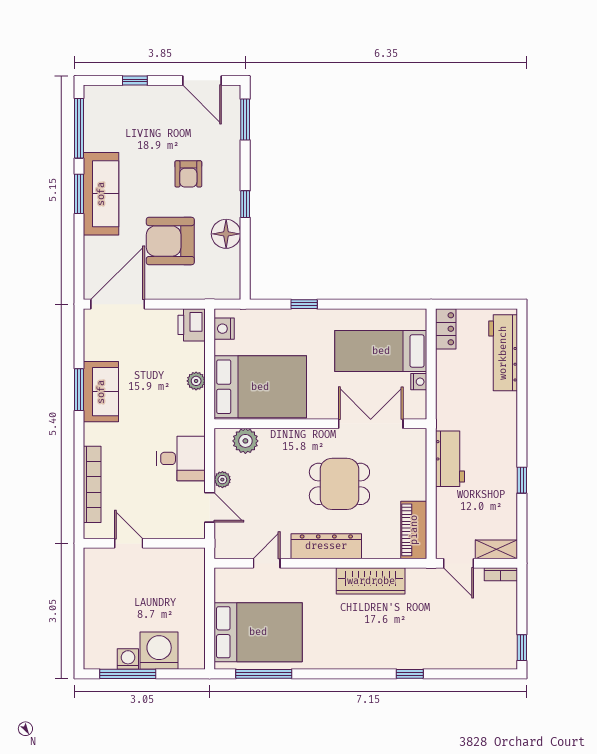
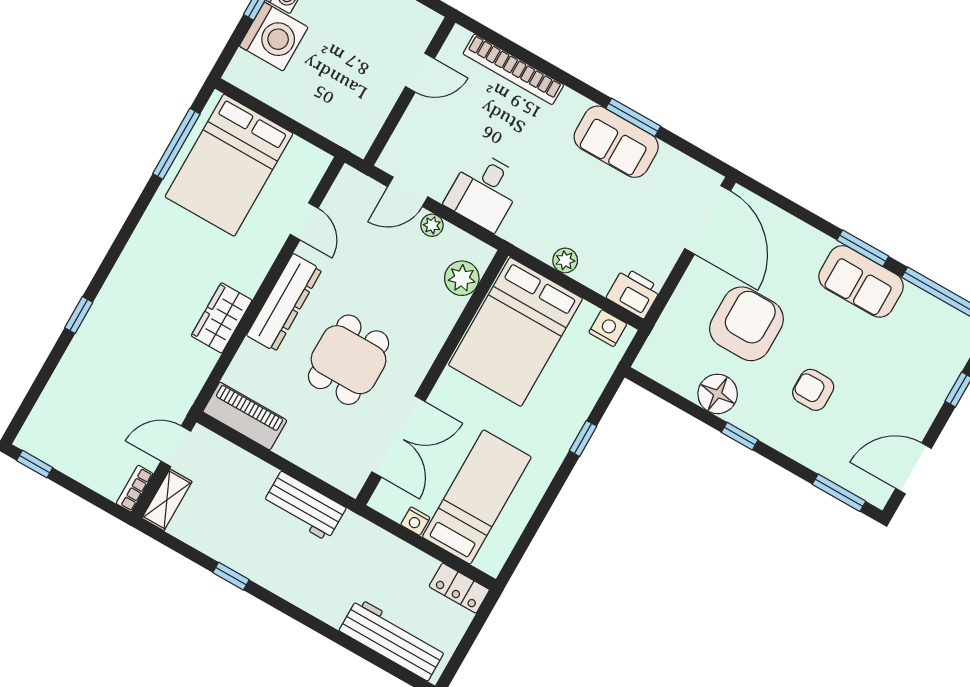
sofa: (101, 194) -> (861, 281), width x0.73
wardrobe: (371, 581) -> (222, 318), width x0.67

